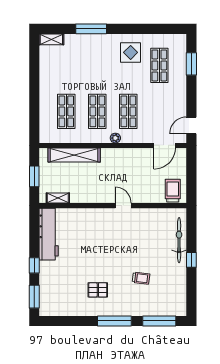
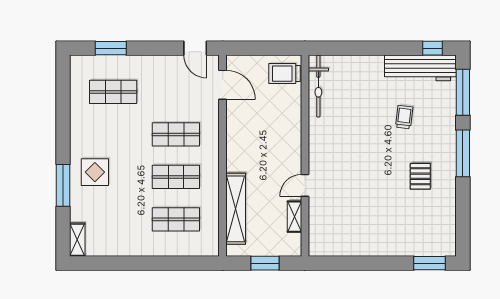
display table: (131, 52) -> (95, 172), moved
plant: (115, 138) -> (212, 152), removed
shelving: (58, 198) -> (294, 217), moved
door: (123, 206) -> (305, 185), moved
workbench: (49, 234) -> (420, 68), moved, turned 180
bicycle: (179, 240) -> (318, 86), moved, turned -90
window: (191, 260) -> (432, 48), moved
window: (34, 265) -> (387, 263), removed

